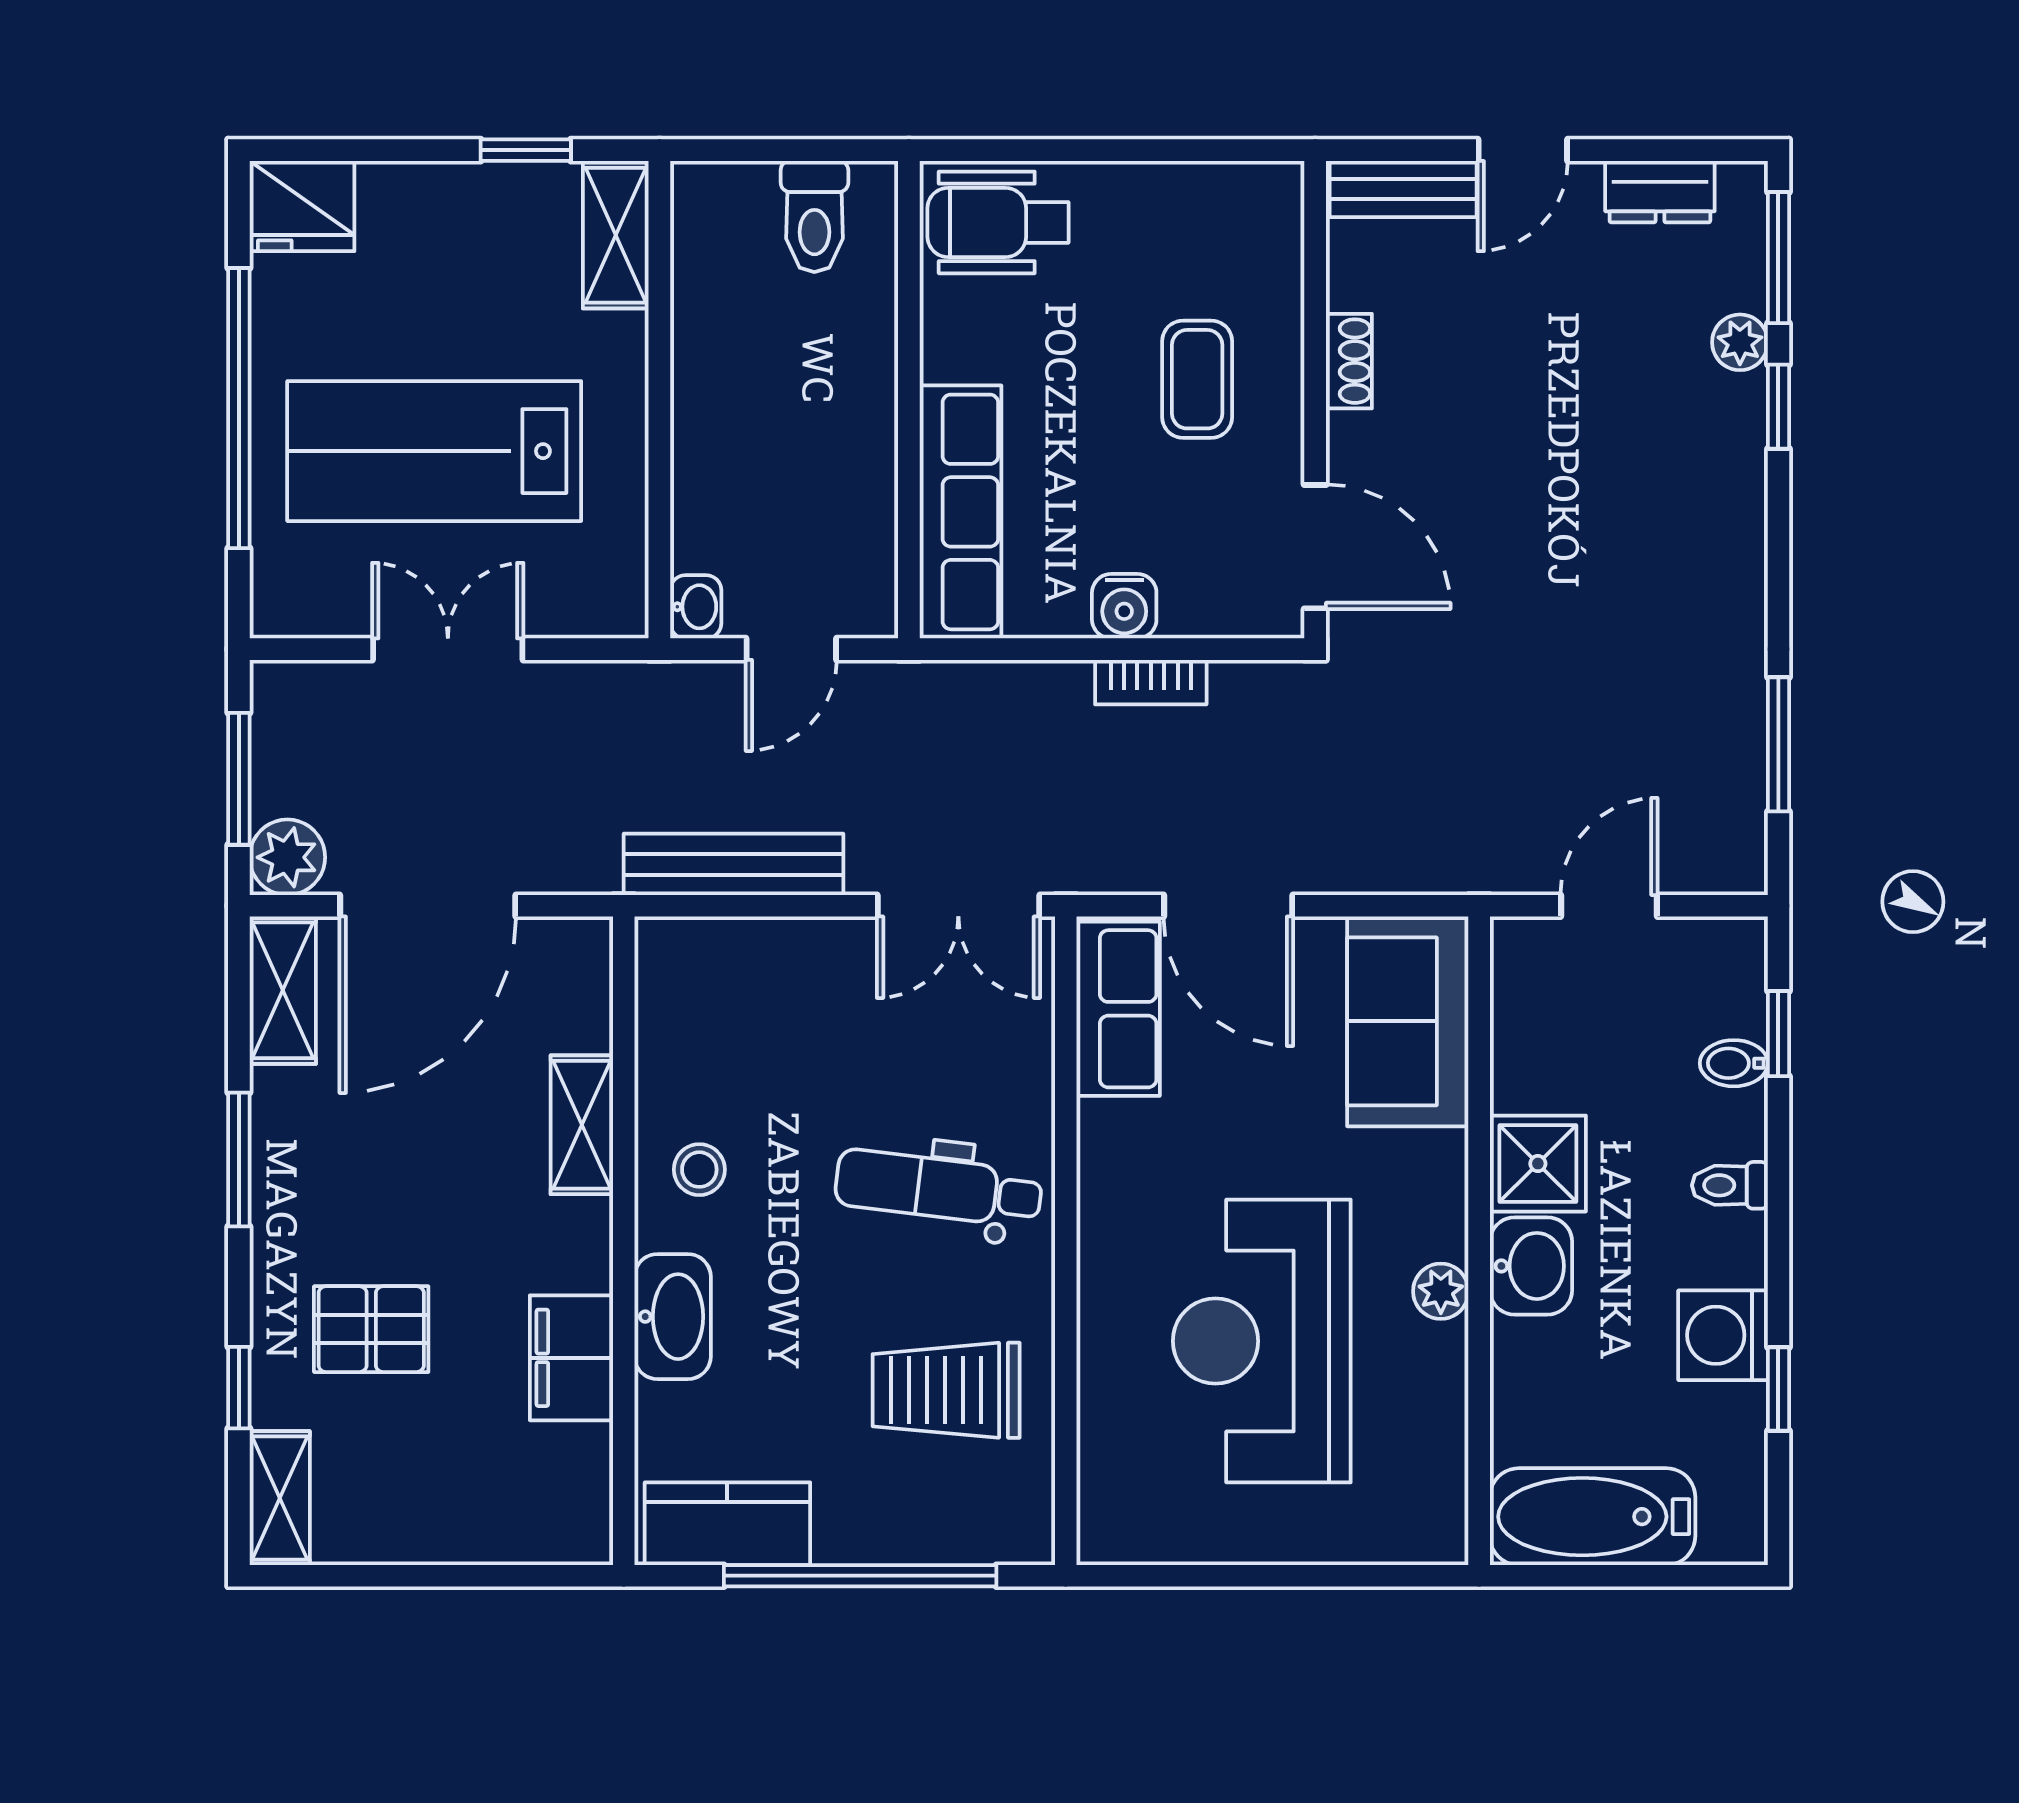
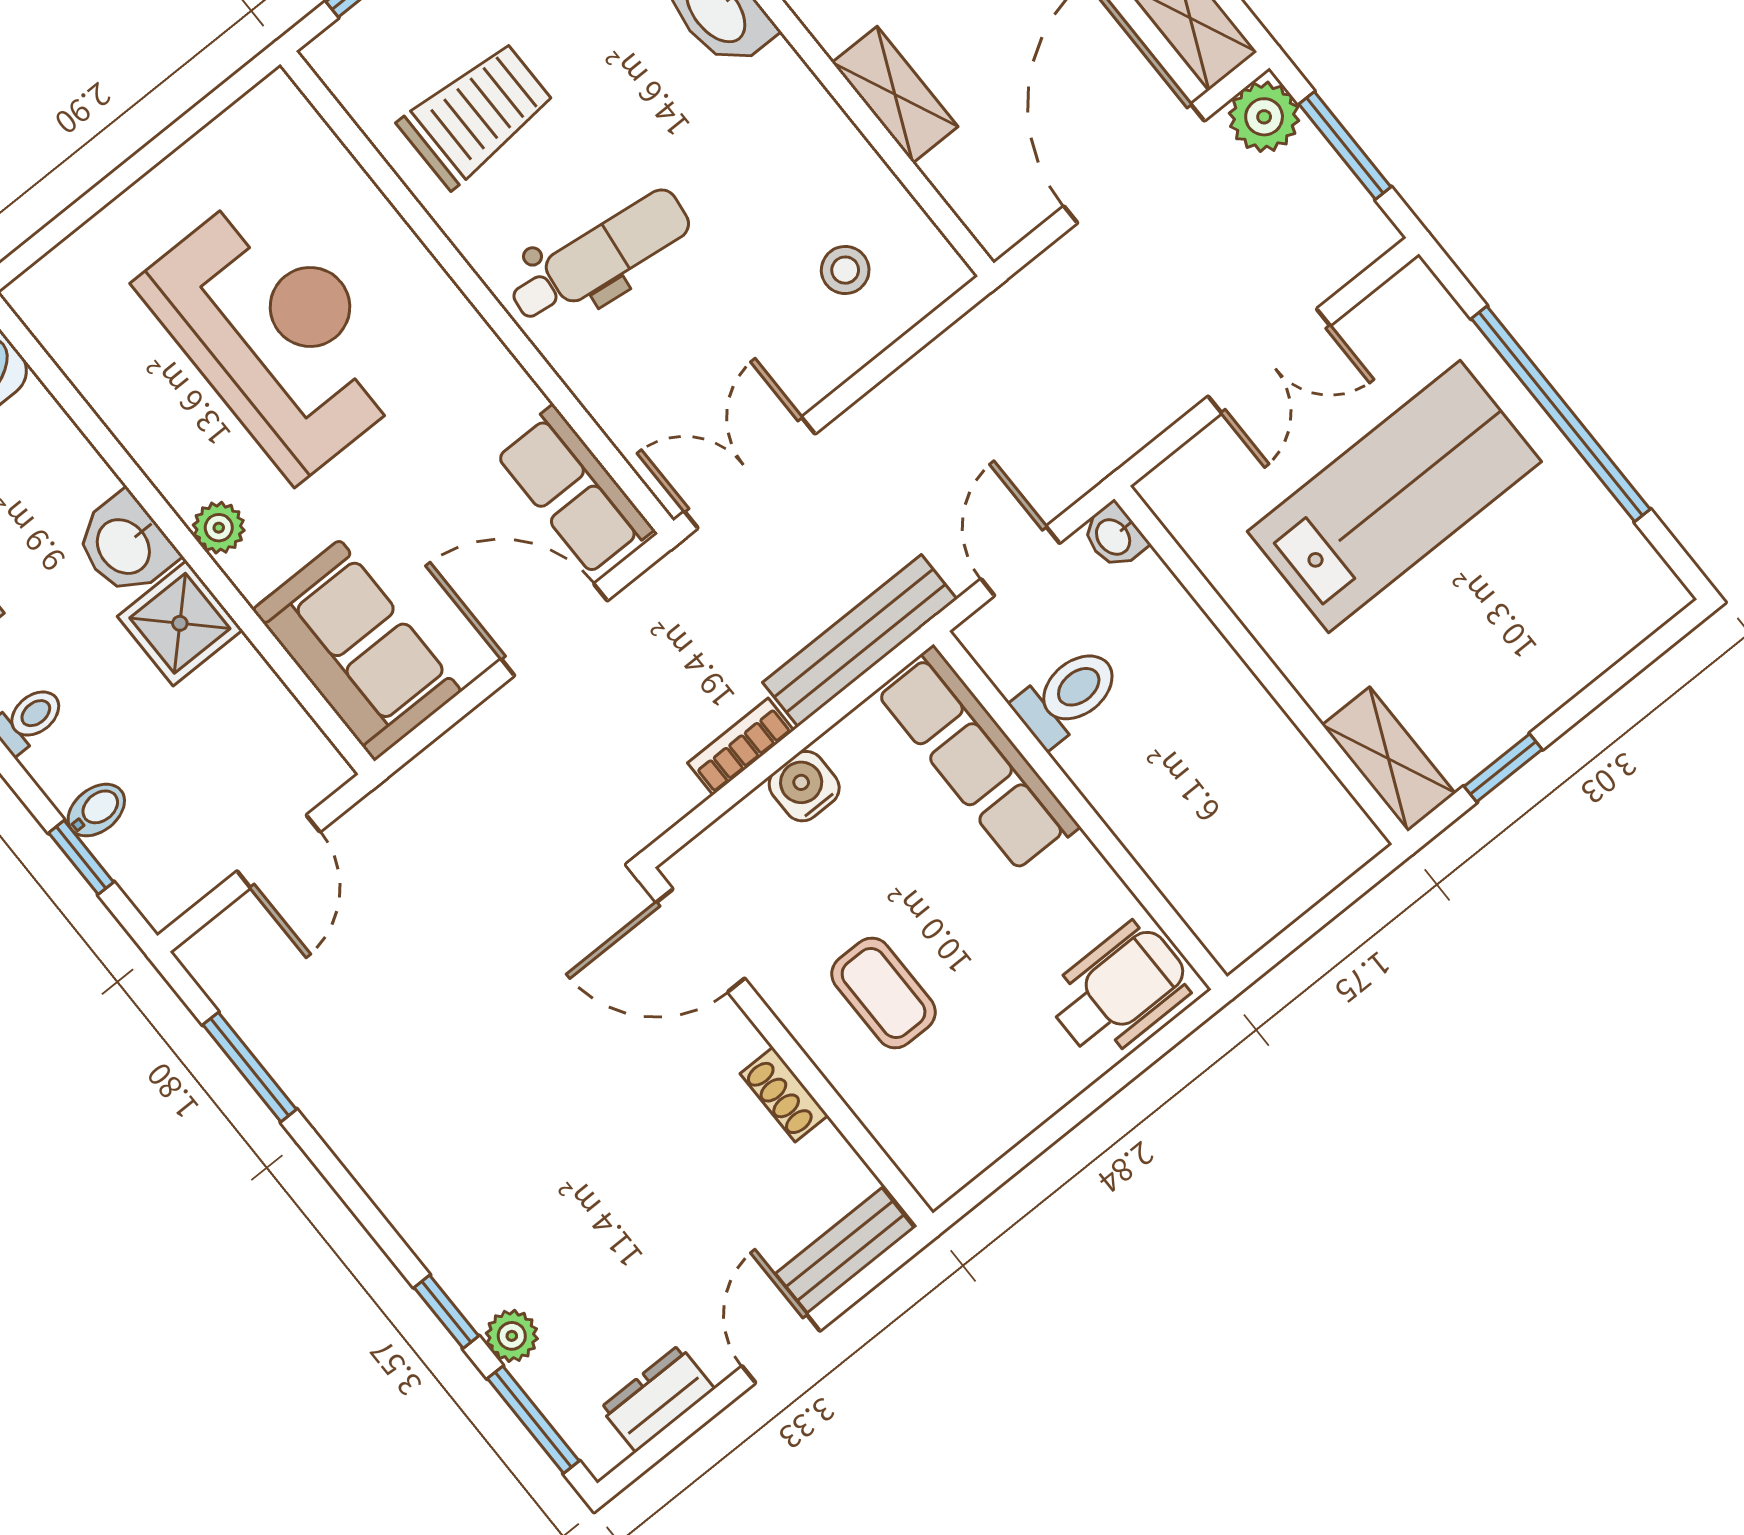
fridge: (302, 206) -> (1633, 597), removed
toilet: (814, 216) -> (1067, 696), moved, turned 90
bench: (734, 864) -> (860, 641), moved
stool: (699, 1170) -> (845, 270), moved
plant: (1441, 1291) -> (219, 528), moved

